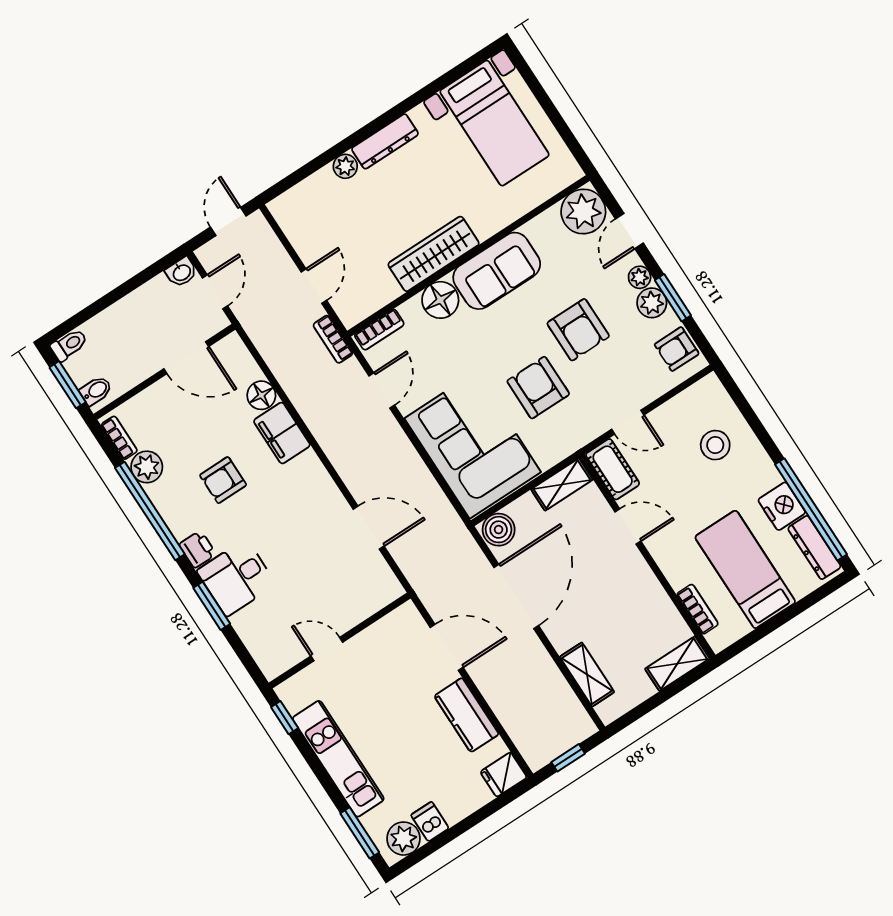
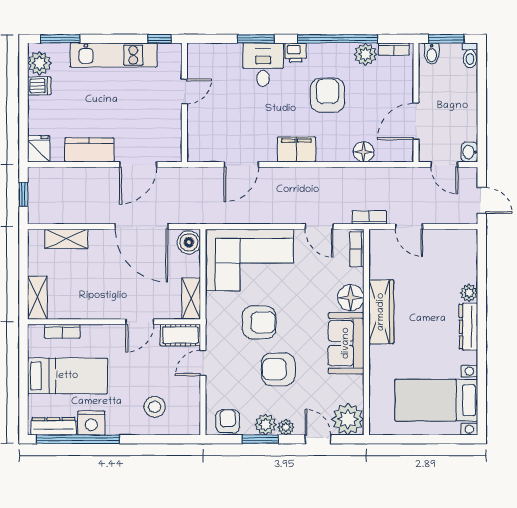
filing cabinet: (282, 433) -> (296, 149), moved
armchair: (223, 480) -> (327, 95), width x1.38, depth x1.38

